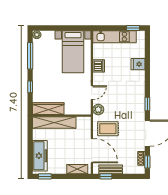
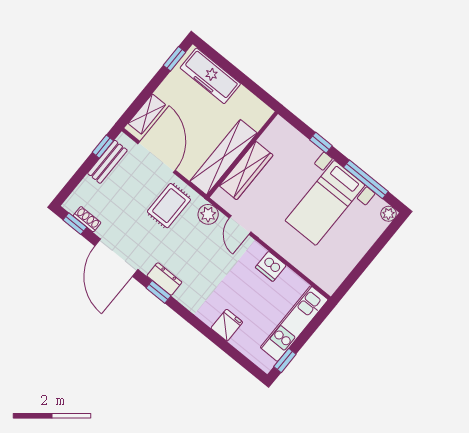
bed with nightstands: (73, 52) -> (325, 203), moved, turned -90
dresser: (140, 106) -> (164, 279), added
wardrobe: (48, 109) -> (246, 170), moved
shelving: (54, 123) -> (223, 157), moved
door: (92, 150) -> (157, 157), swing flipped

